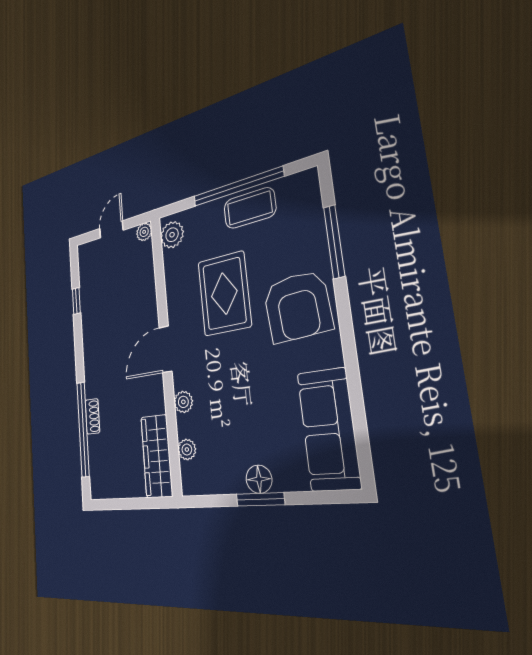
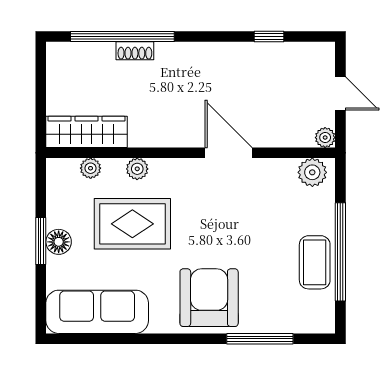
rug: (224, 294) -> (132, 224), moved
armchair: (297, 306) -> (209, 298), turned 94
door: (165, 349) -> (229, 153), moved

